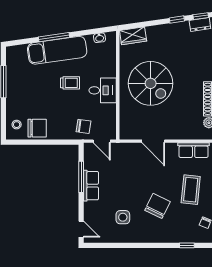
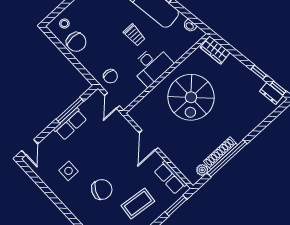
desk: (103, 90) -> (152, 65), width x1.37

